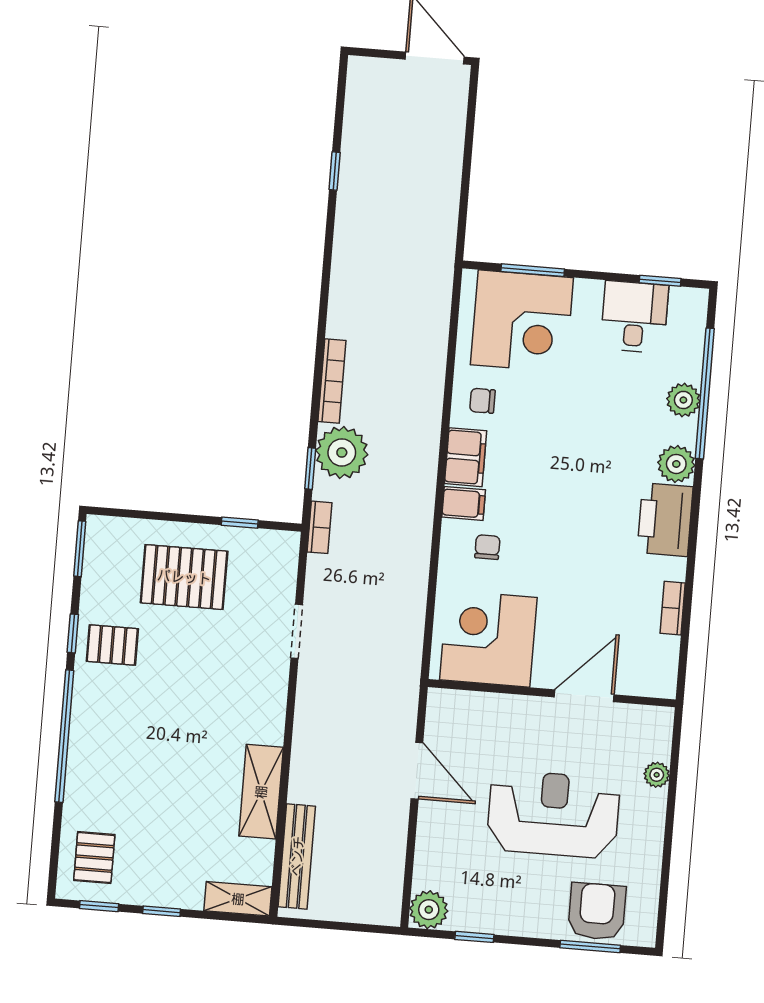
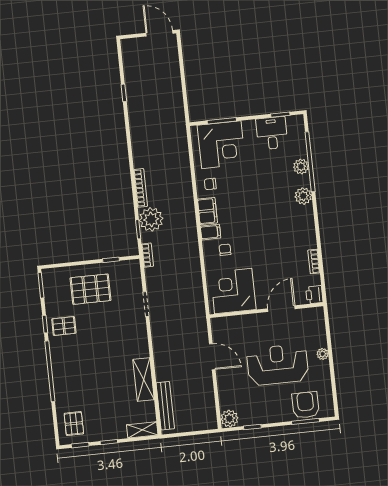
printer: (665, 520) -> (314, 295), moved, width x0.53, depth x0.68
plant: (657, 775) -> (323, 354), moved

